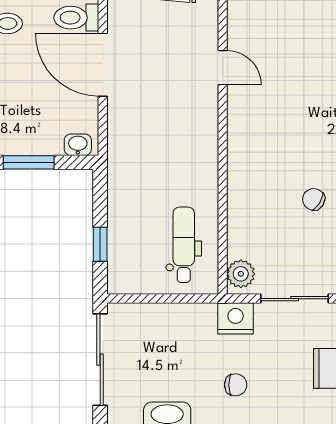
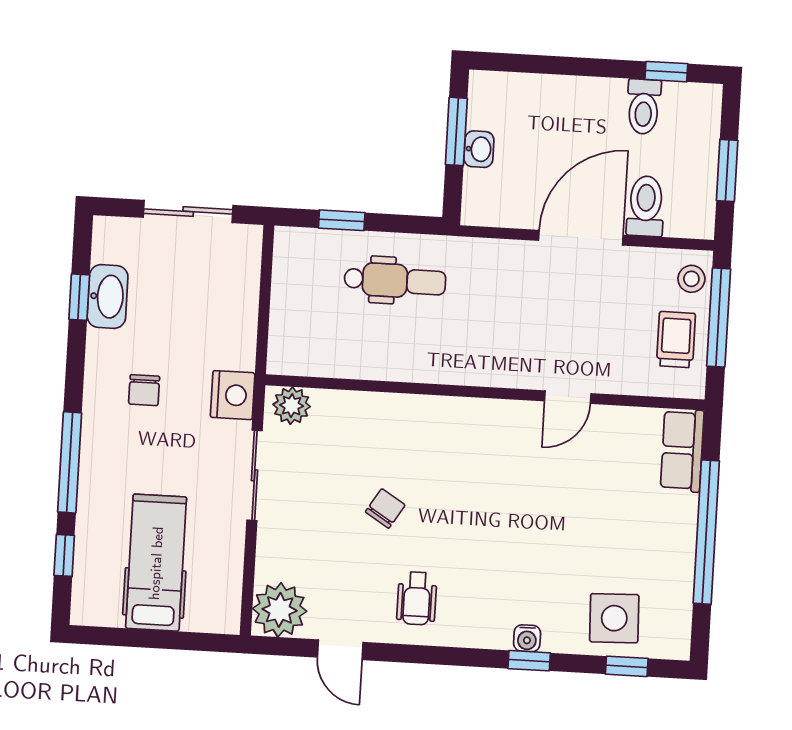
washbasin: (78, 145) -> (479, 149), moved
dental chair: (184, 245) -> (395, 281), moved
sliding door: (100, 360) -> (188, 211), width x0.73

